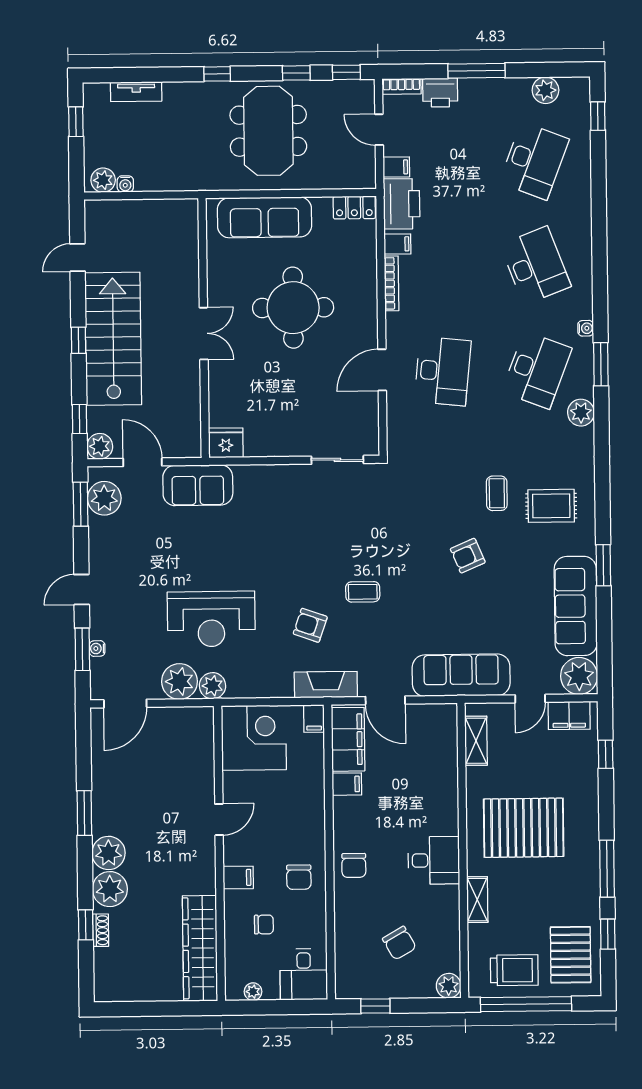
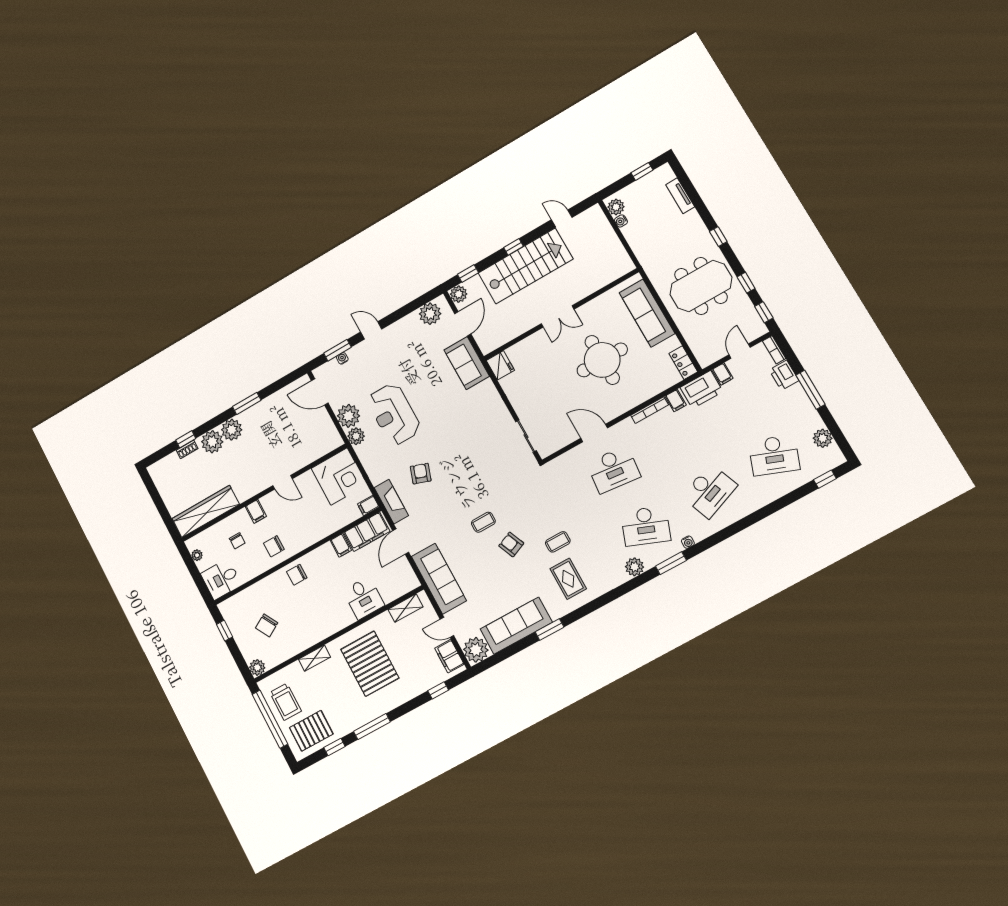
window: (81, 504) -> (419, 302), removed
coffee table: (363, 592) -> (483, 522), moved, turned 90
desk: (434, 860) -> (364, 598), moved

